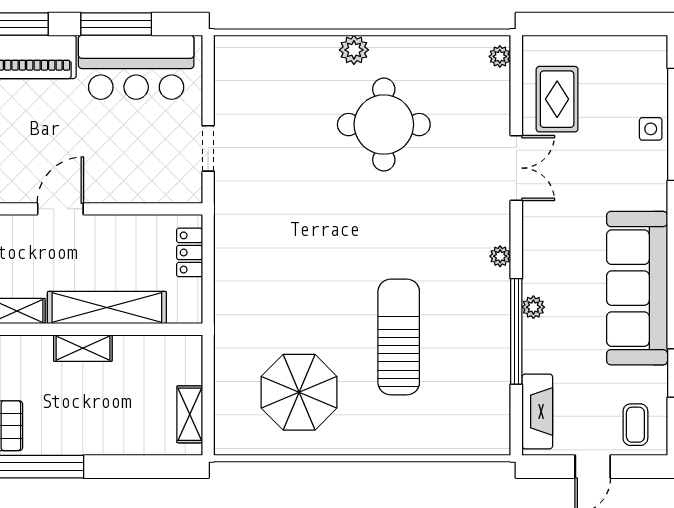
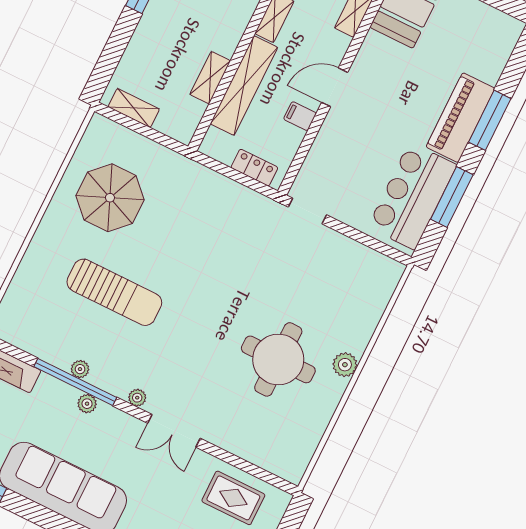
plant: (500, 56) -> (80, 369), moved
doorway: (208, 148) -> (307, 211), moved
double door: (516, 168) -> (174, 431), moved
door: (60, 209) -> (335, 87), swing flipped
filing cabinet: (110, 231) -> (300, 116), added
shelving: (83, 348) -> (210, 78), moved

